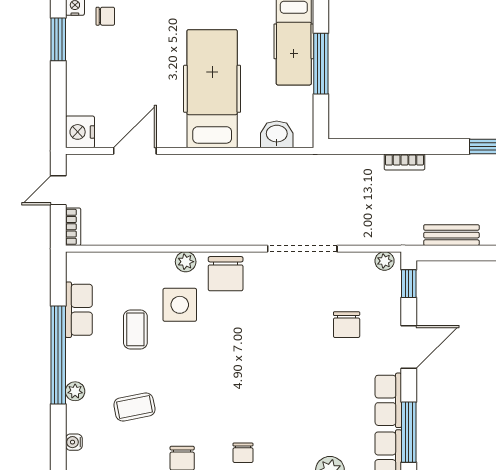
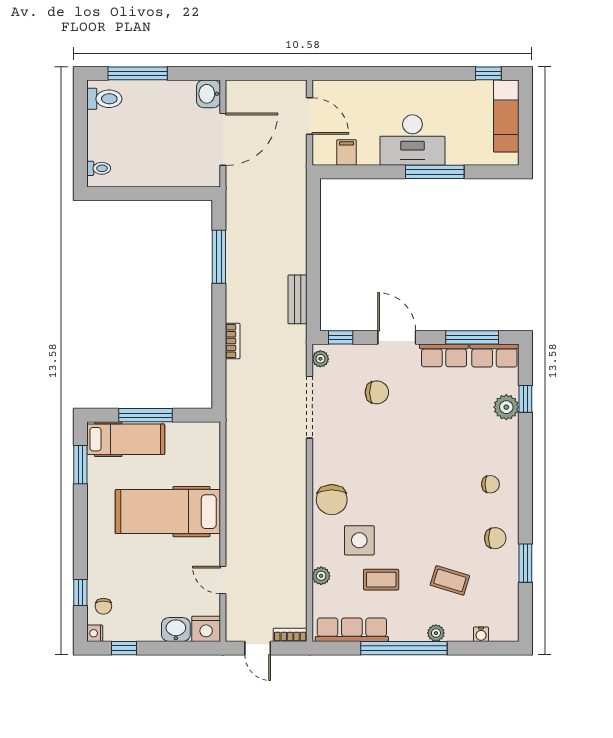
chair: (105, 16) -> (103, 606), turned 180
window: (58, 39) -> (124, 648), width x0.67
washbasin: (277, 134) -> (176, 629), moved, turned 90
door: (135, 151) -> (223, 580), width x0.73
doorway: (302, 249) -> (309, 407), moved
plant: (186, 262) -> (321, 576), moved
chair: (226, 274) -> (332, 500), turned 90
row of seats: (79, 310) -> (352, 630), width x1.48
coffee table: (134, 407) -> (450, 580), turned -62

